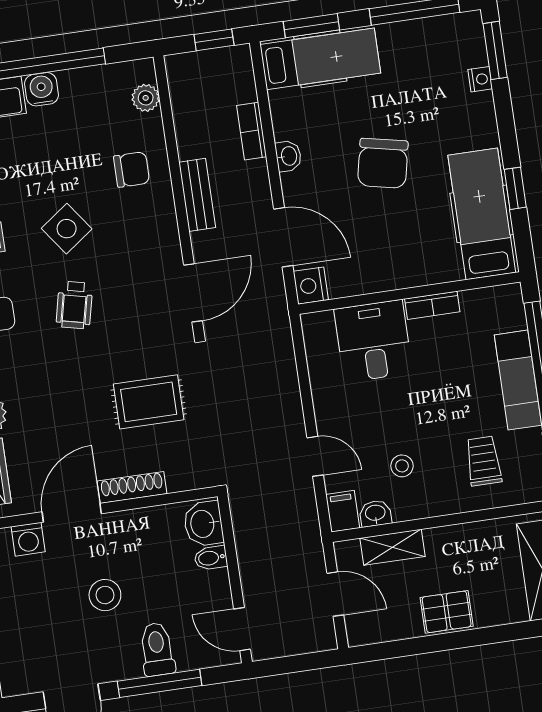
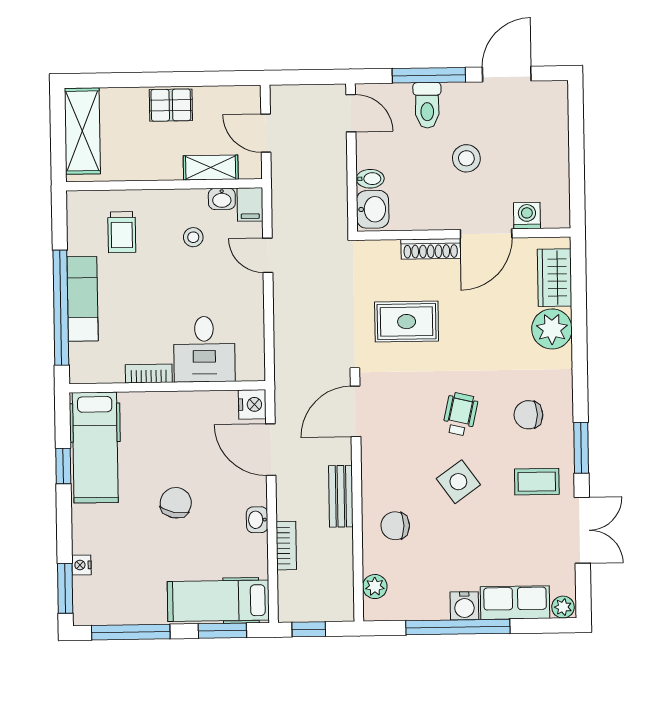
chair: (383, 163) -> (176, 503), width x0.73, depth x0.73

